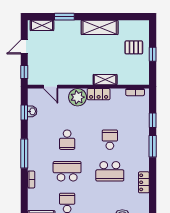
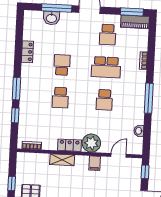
filing cabinet: (73, 78) -> (95, 163), added
door: (51, 87) -> (119, 155), hinge flipped
window: (24, 113) -> (147, 130), removed
school desk: (67, 140) -> (104, 100), turned 180
window: (24, 153) -> (149, 98), moved
school desk: (110, 171) -> (62, 65), width x0.54

